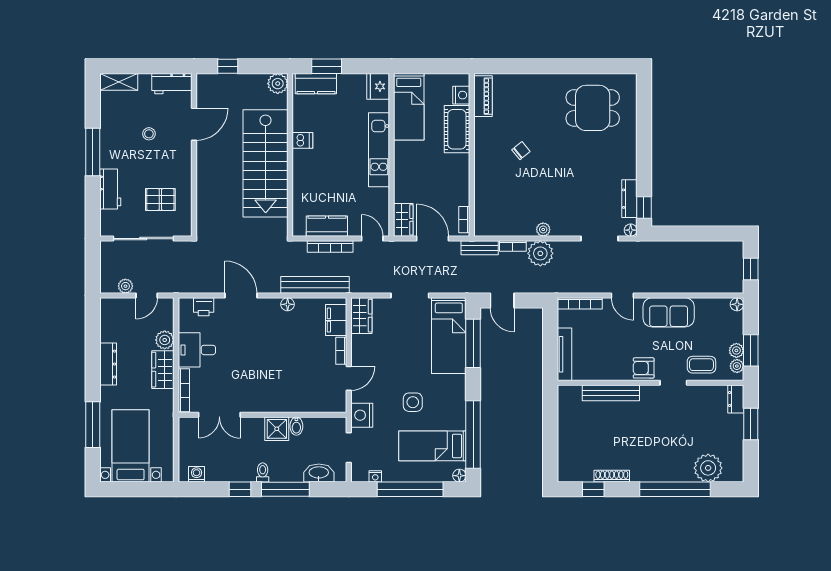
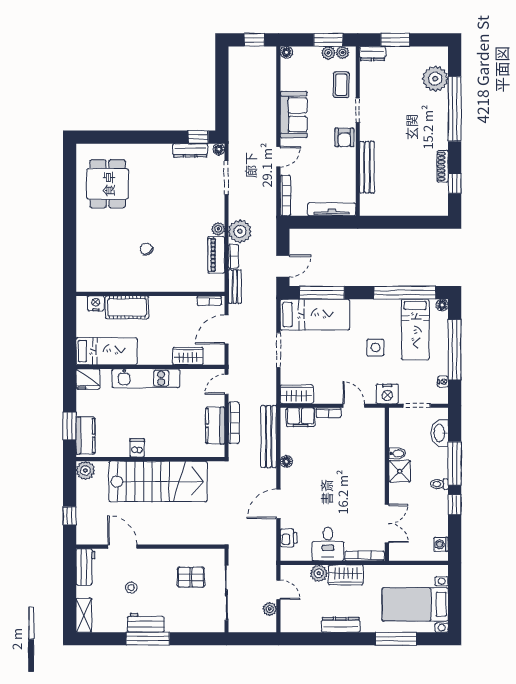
piano: (483, 96) -> (216, 255), moved, turned -90
workbench: (110, 189) -> (146, 623), moved
pallet: (160, 199) -> (191, 577), turned 90
wardrobe: (403, 220) -> (188, 356), moved

